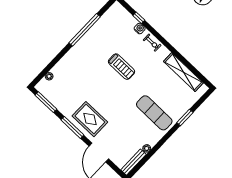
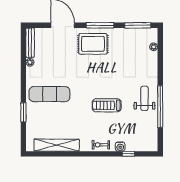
weight bench: (90, 46) -> (144, 98), added

